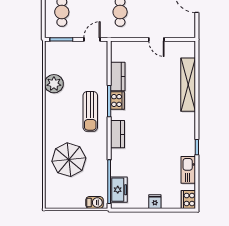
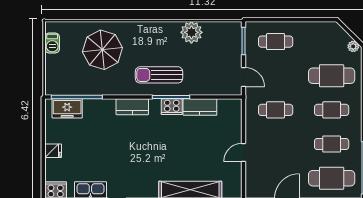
barbecue: (95, 203) -> (52, 43), moved

